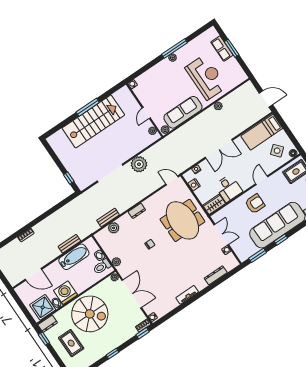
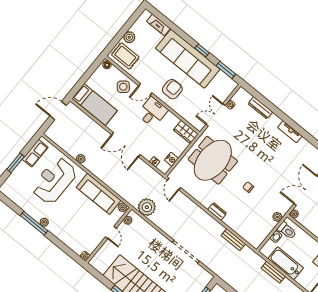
row of seats: (222, 49) -> (35, 153), moved
door: (266, 99) -> (58, 111), hinge flipped
door: (146, 113) -> (111, 232), hinge flipped
double door: (219, 149) -> (126, 145), swing flipped
side table: (277, 151) -> (123, 87), moved
plant: (139, 164) -> (147, 207), moved
desk: (228, 188) -> (152, 112), moved
armchair: (255, 204) -> (172, 89), turned 90
plant: (114, 228) -> (242, 231), removed

